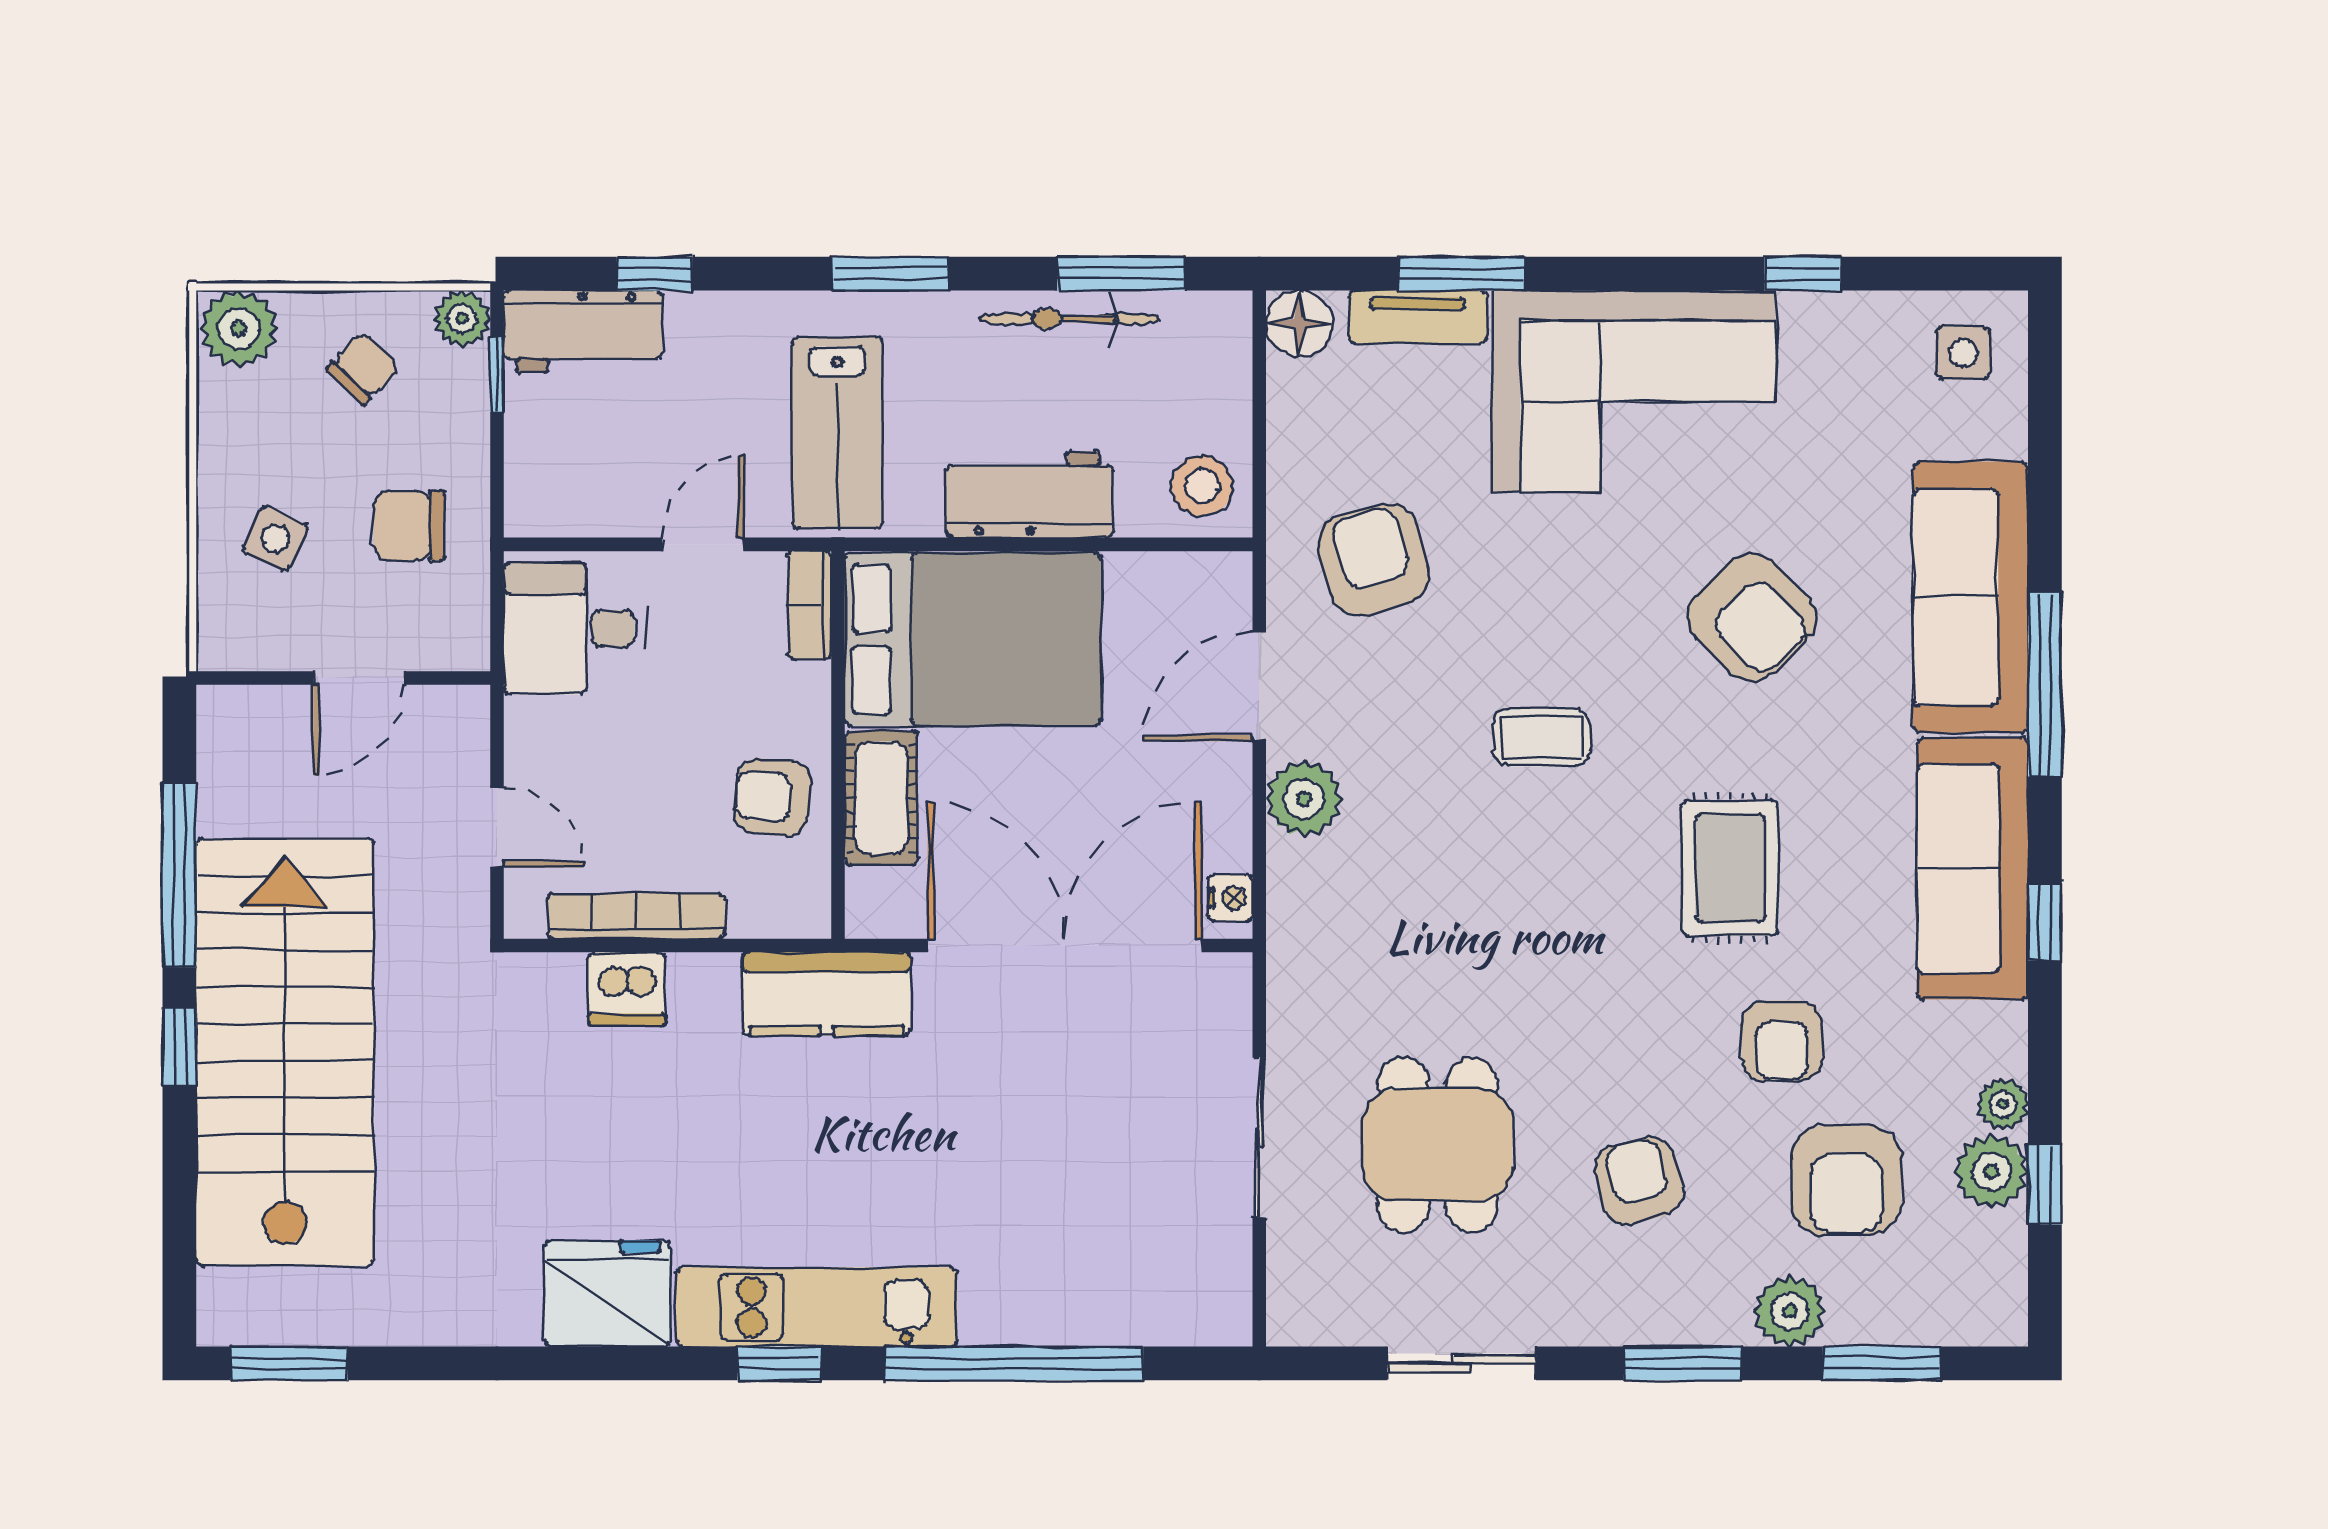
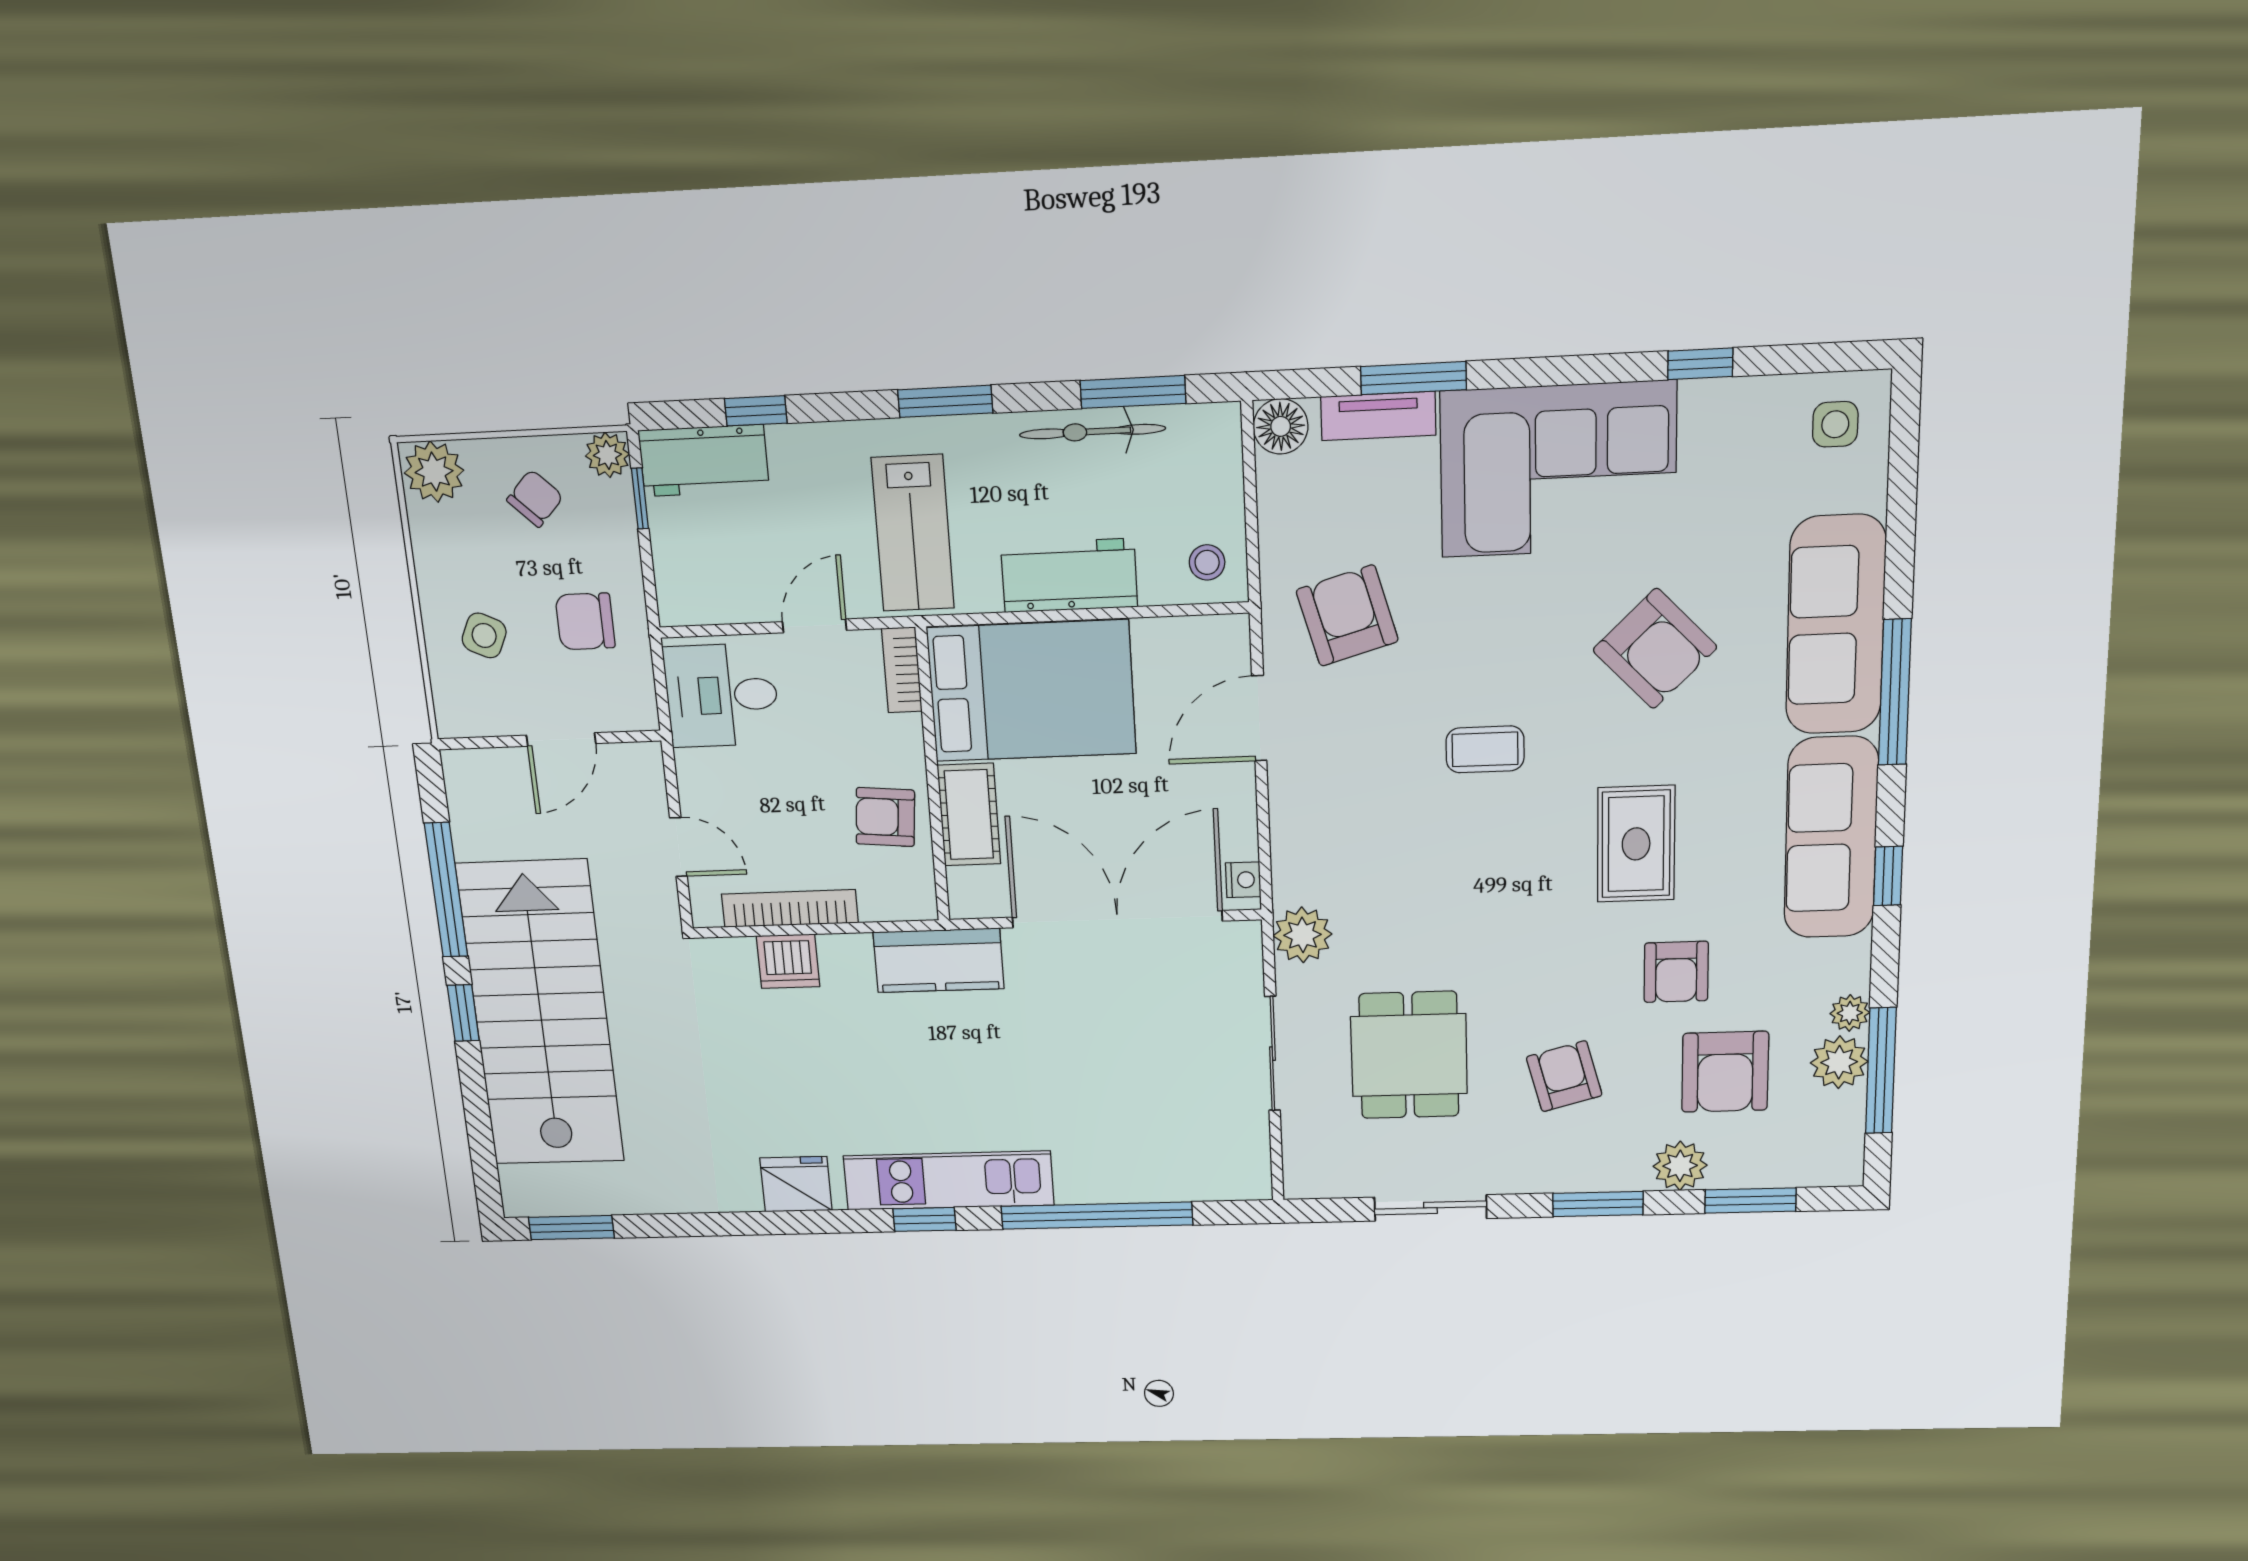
stool: (1202, 486) -> (1207, 562), width x0.73, depth x0.73
plant: (1304, 799) -> (1303, 935), moved
window: (2045, 1185) -> (1881, 1071), width x2.17
fridge: (607, 1294) -> (796, 1184), width x0.73, depth x0.75

